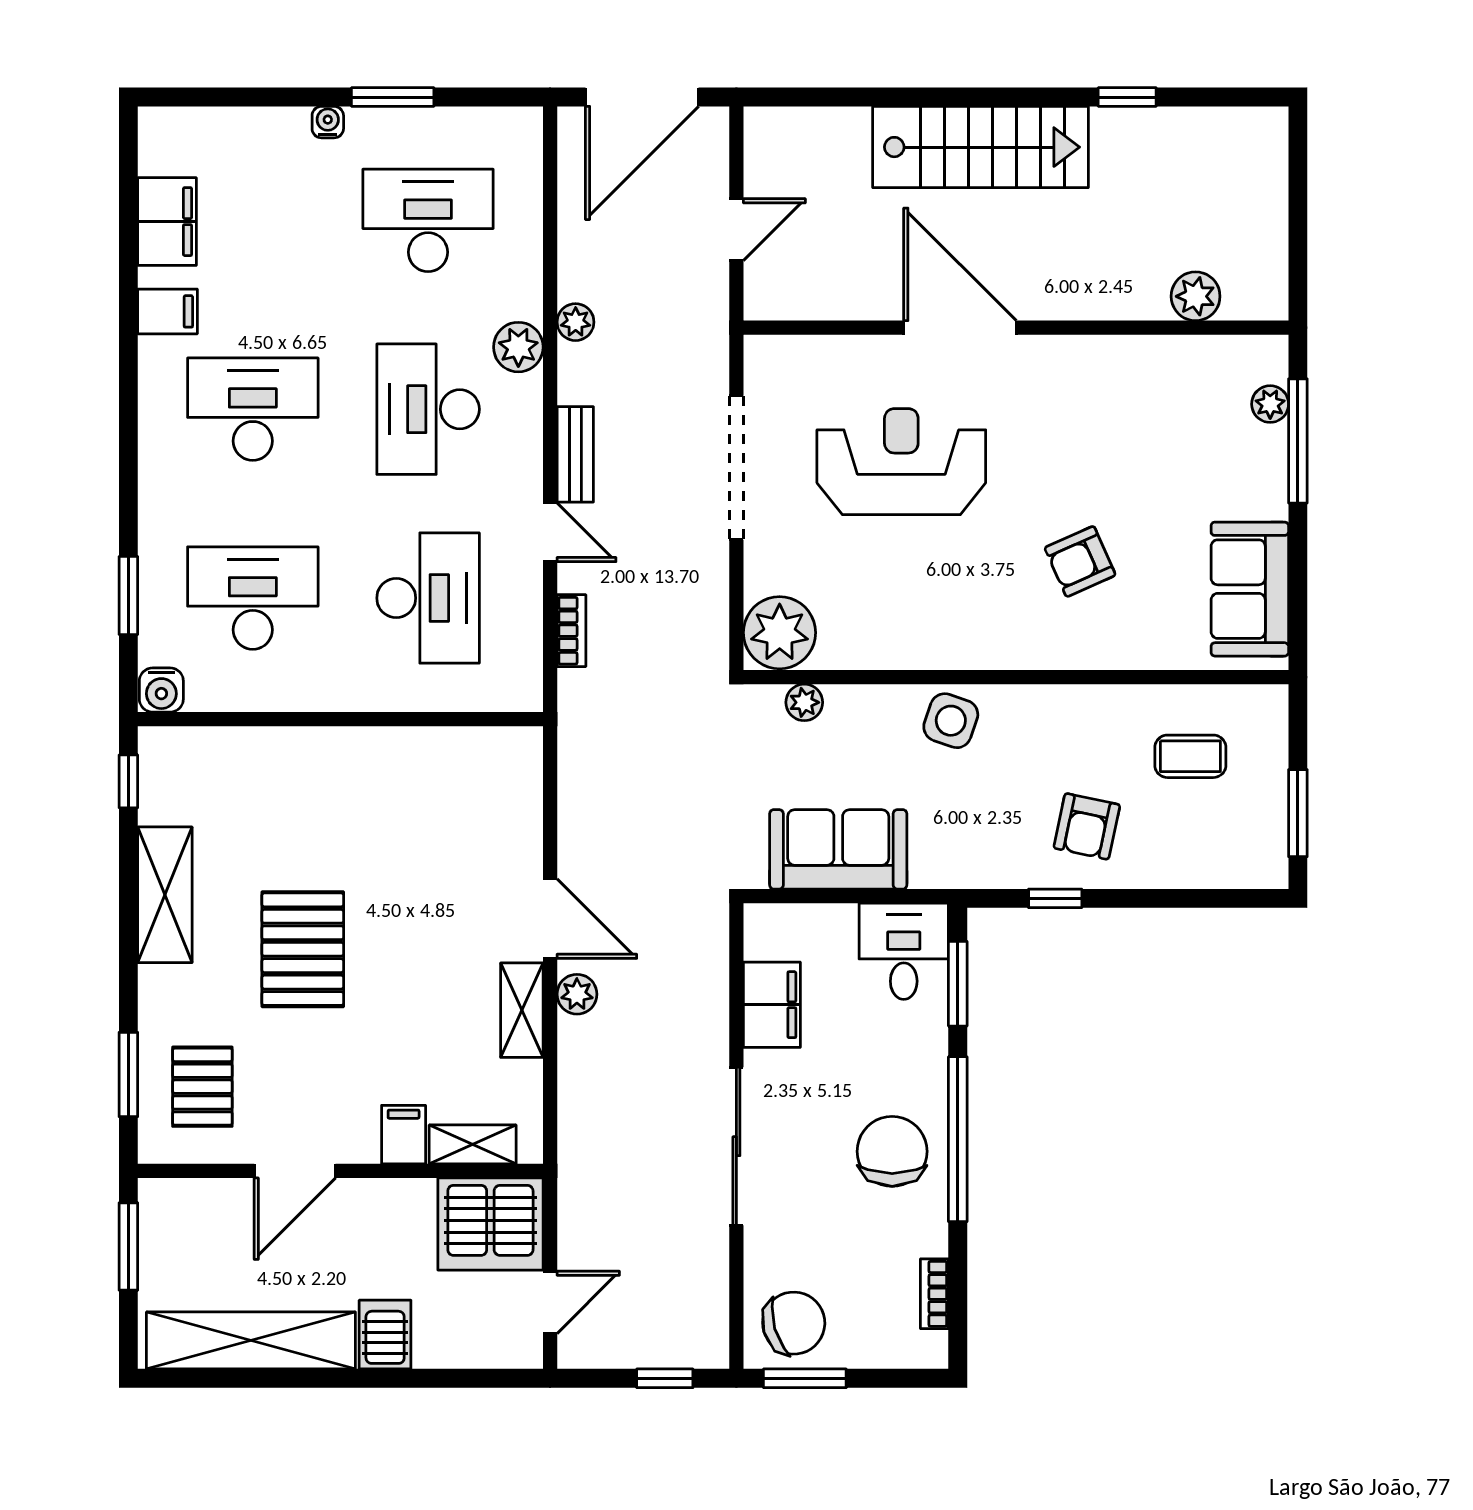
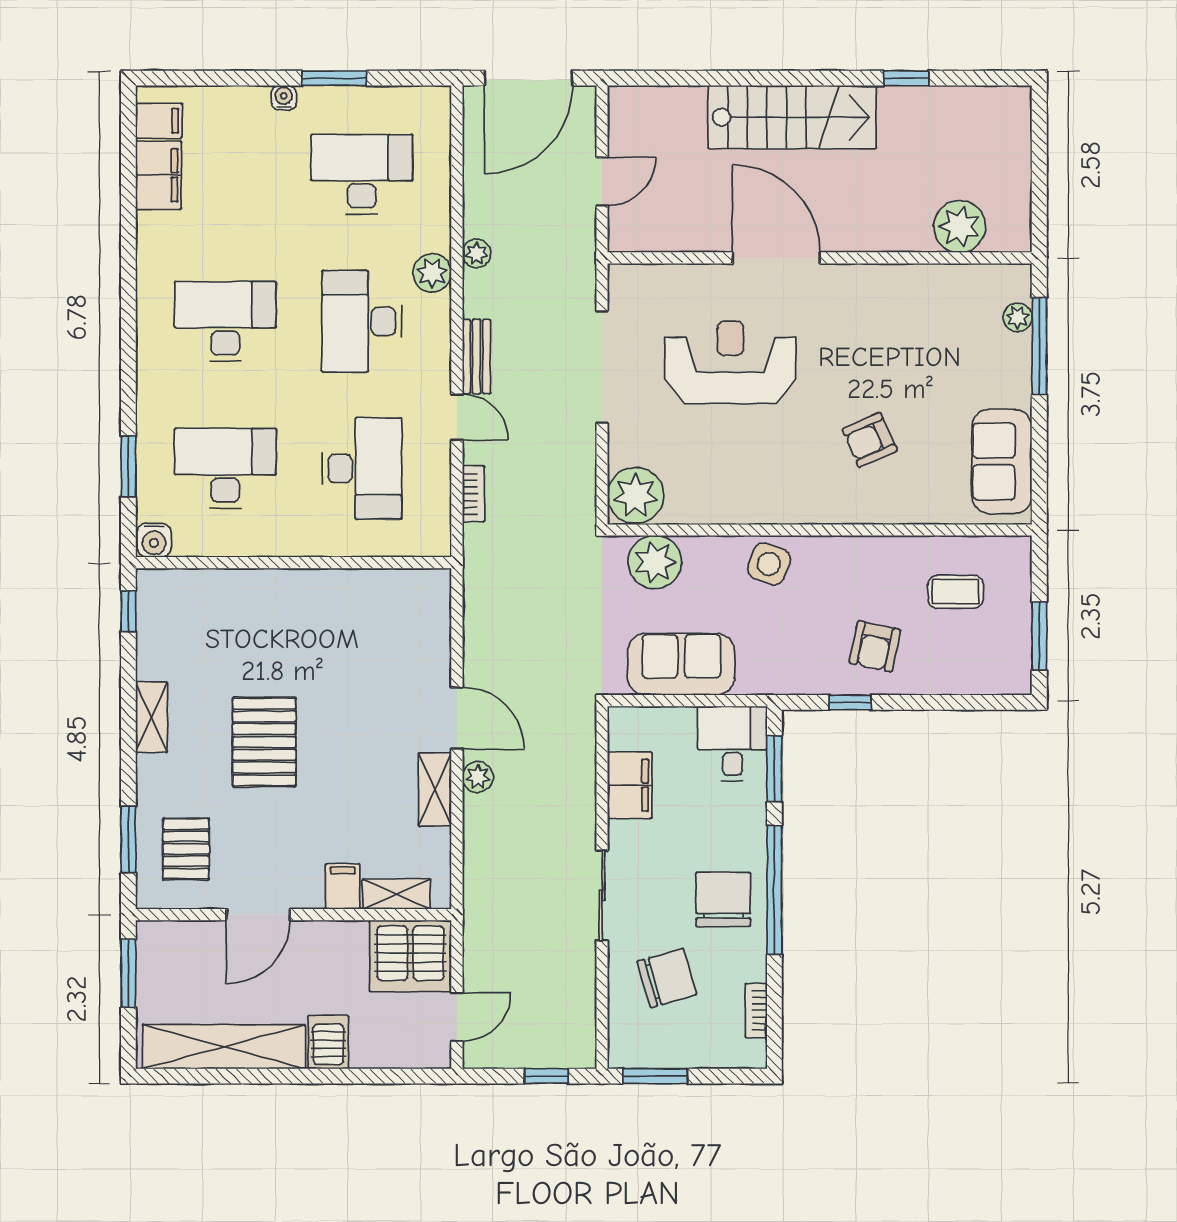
plant: (1196, 296) -> (960, 226), width x1.36, depth x1.36
filing cabinet: (168, 311) -> (159, 121), moved
plant: (804, 702) -> (655, 562), width x1.87, depth x1.87
shelving: (165, 895) -> (152, 717), width x0.67, depth x0.75
sliding door: (736, 1146) -> (602, 895), width x0.73
chair: (794, 1323) -> (667, 978), moved

